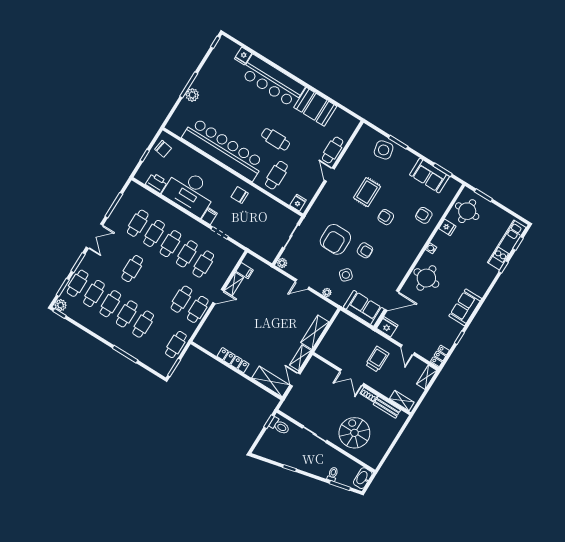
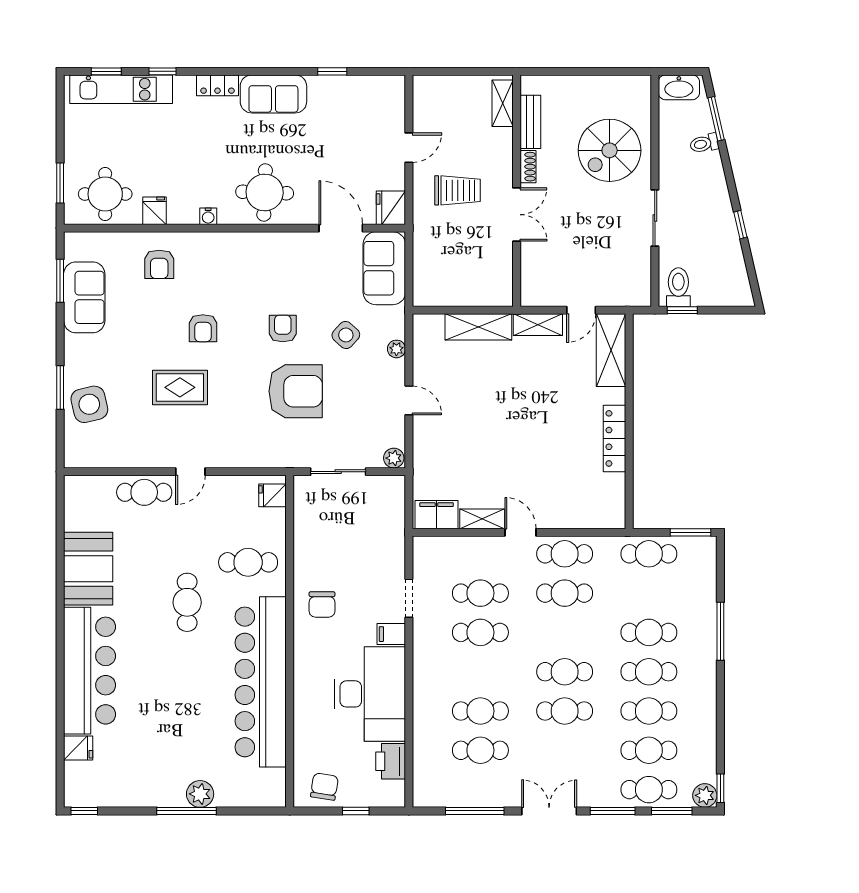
cafe table: (170, 244) -> (565, 672), moved
filing cabinet: (245, 271) -> (437, 515), width x2.00
locker: (440, 356) -> (217, 85), moved
trolley: (377, 359) -> (458, 190), turned 180
shelving: (427, 377) -> (436, 85), removed

